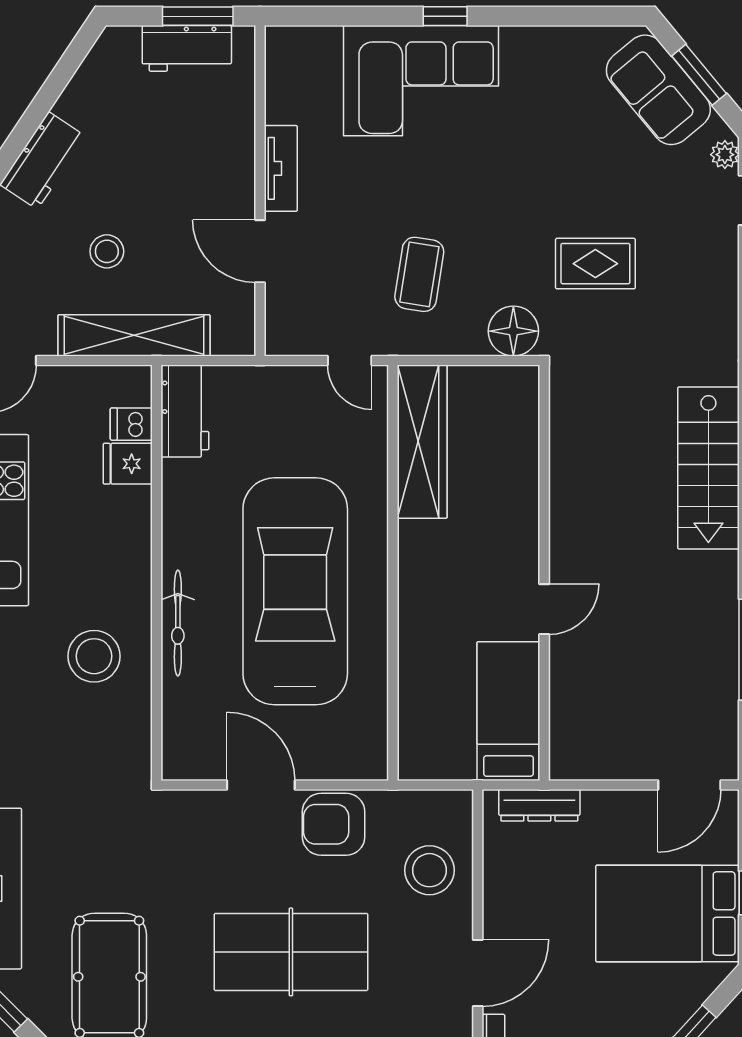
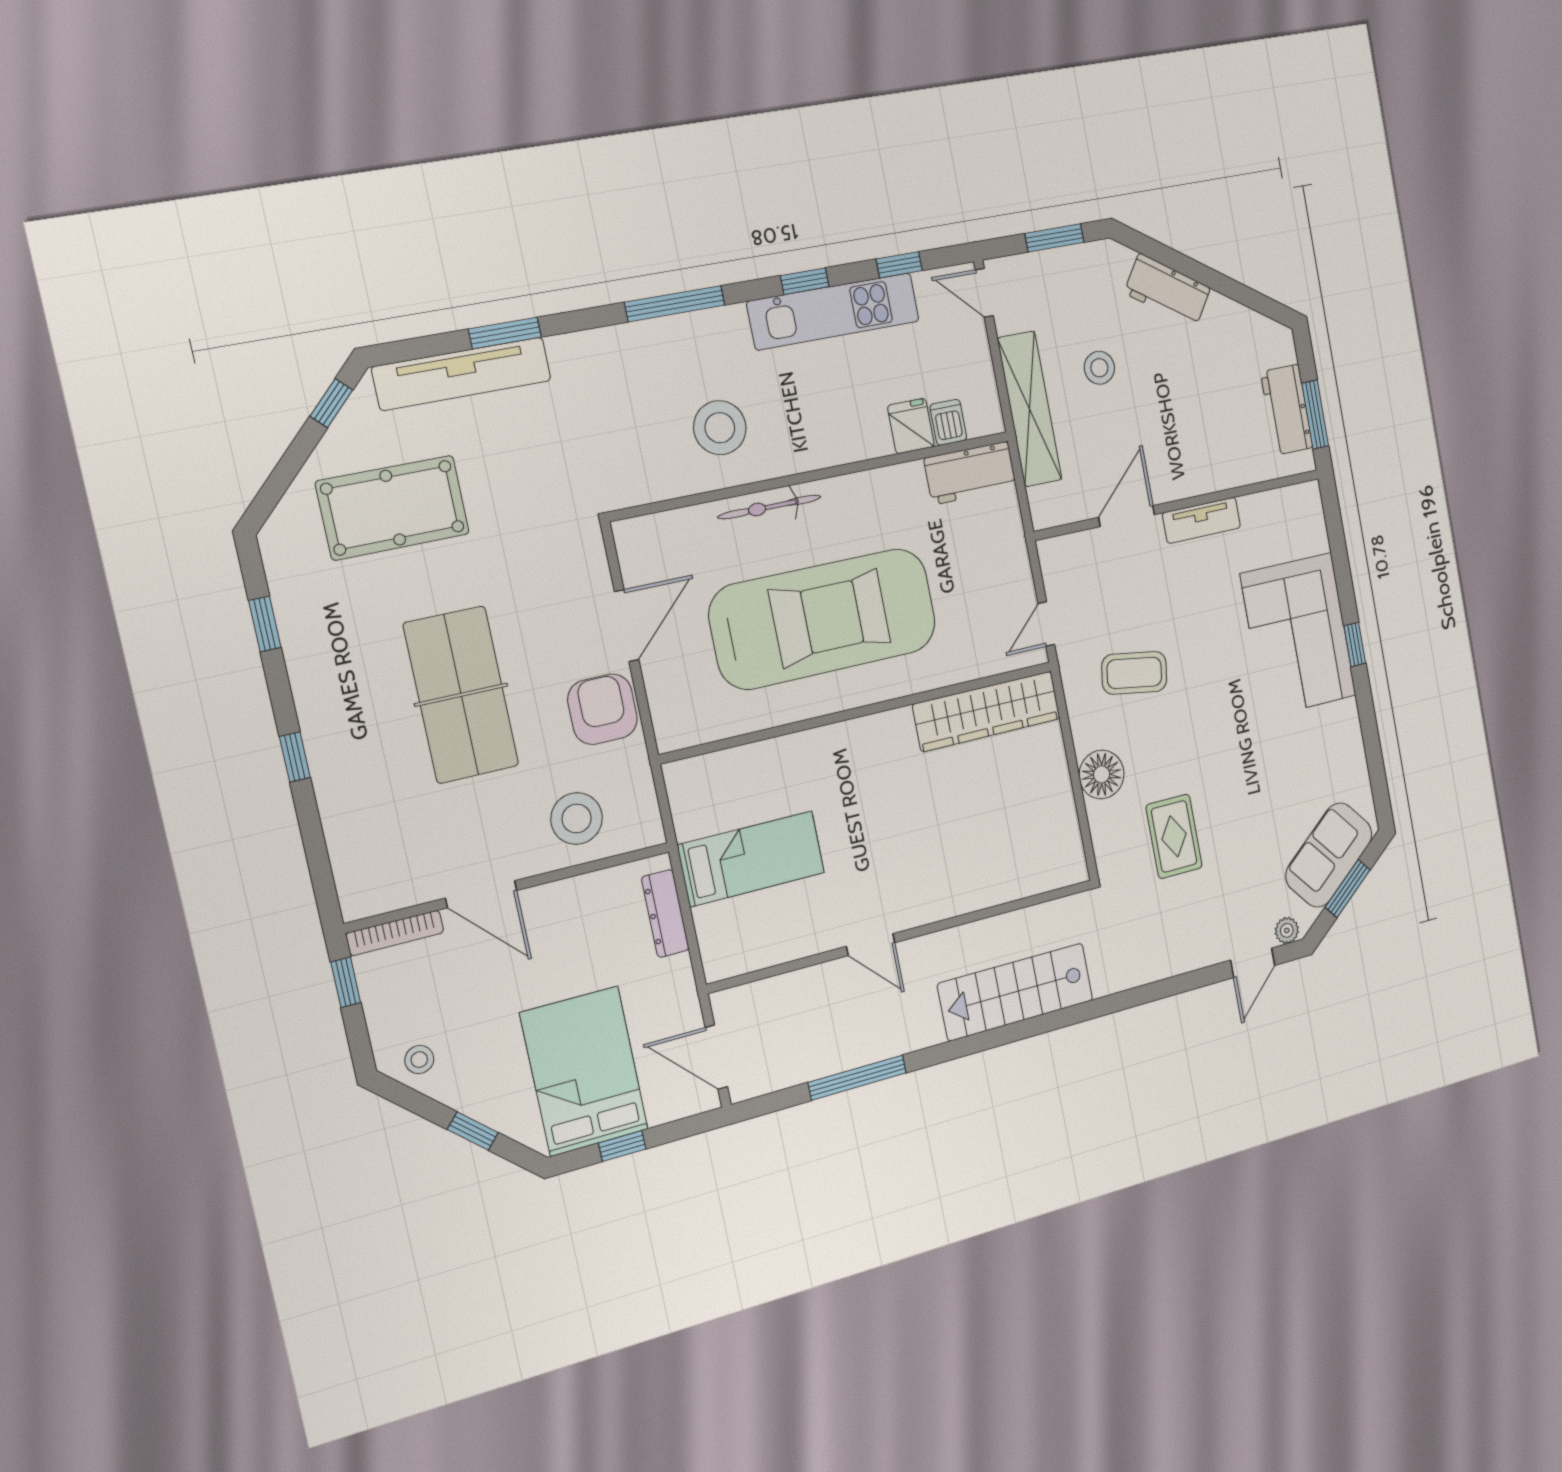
wall: (544, 573) -> (904, 935), moved
door: (544, 609) -> (871, 945), moved

